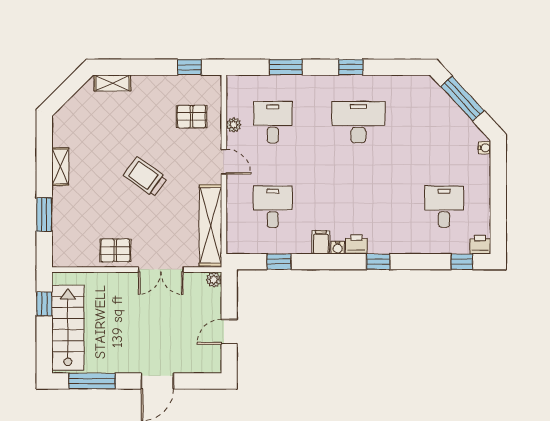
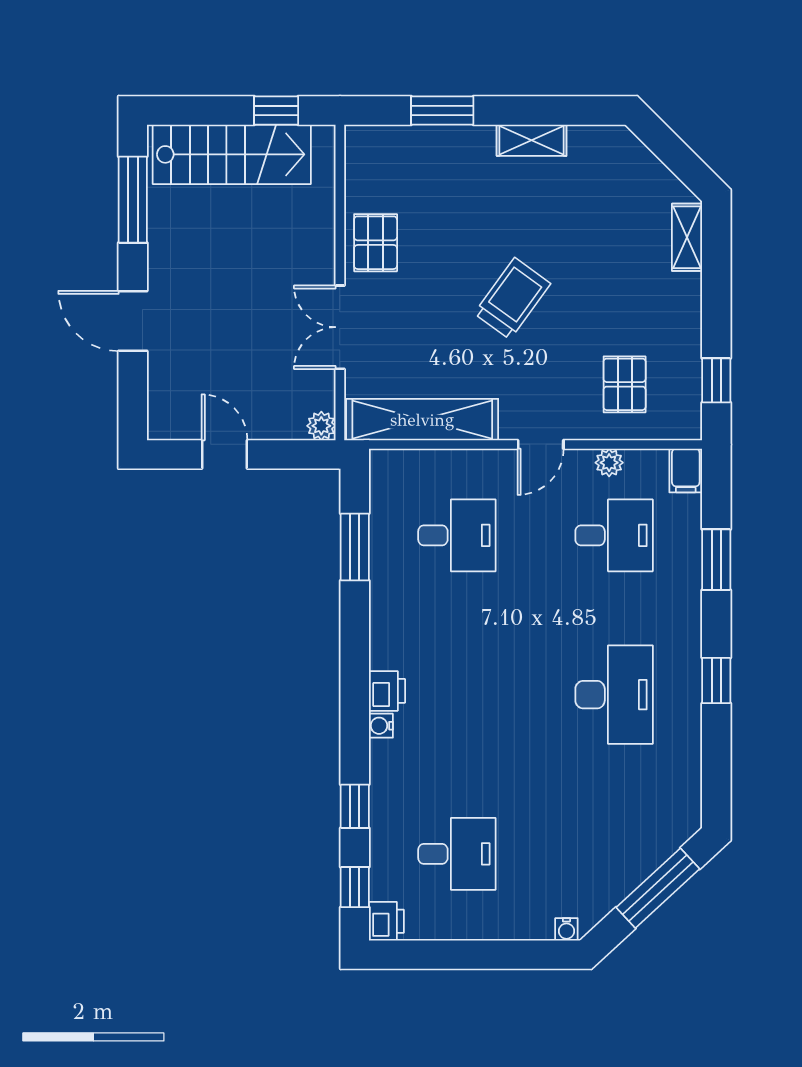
filing cabinet: (321, 242) -> (686, 471), moved, turned 90
water cooler: (338, 248) -> (381, 726), moved
window: (279, 262) -> (355, 547), width x1.50
window: (378, 262) -> (355, 806), moved

